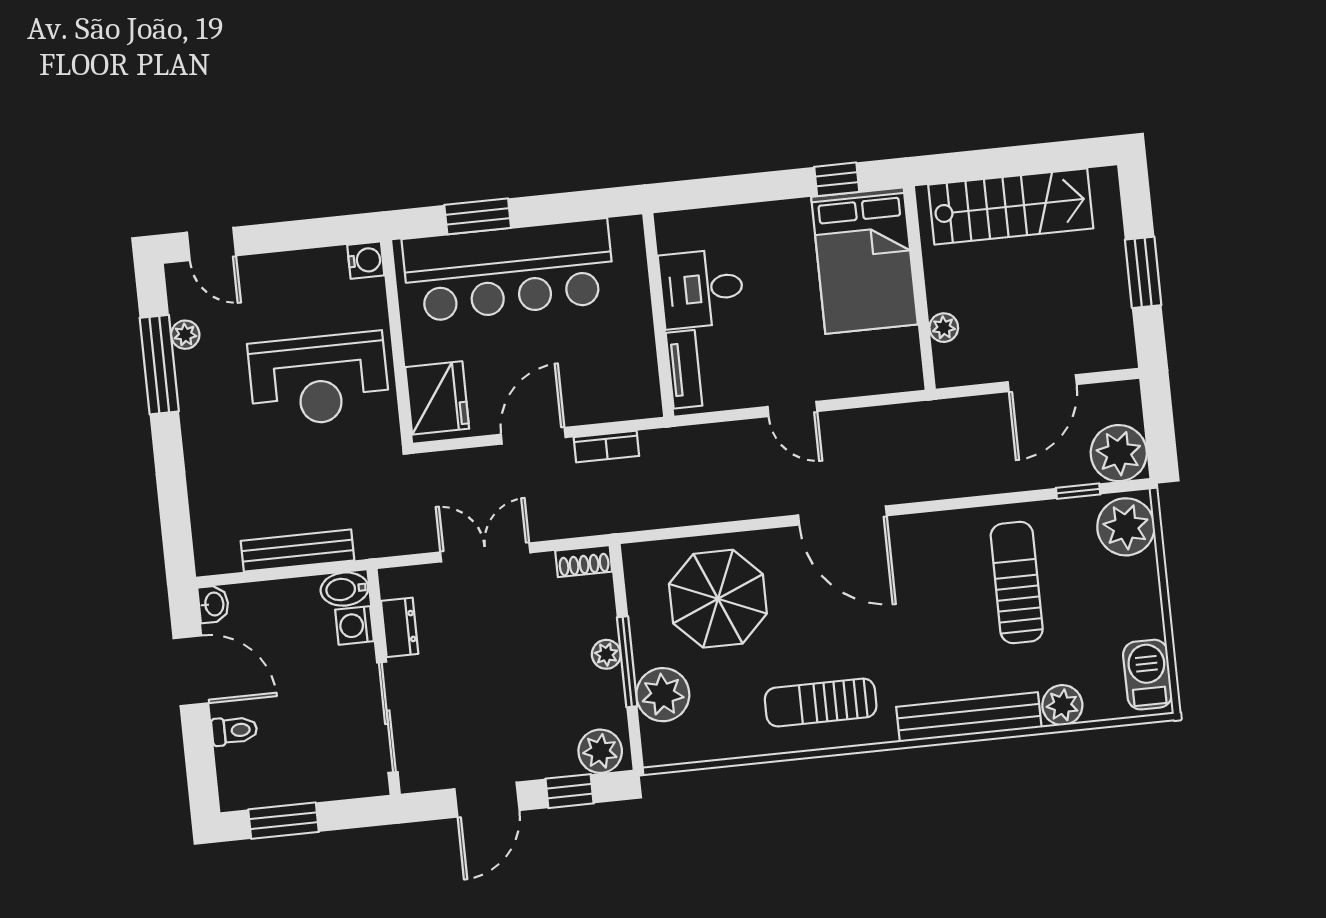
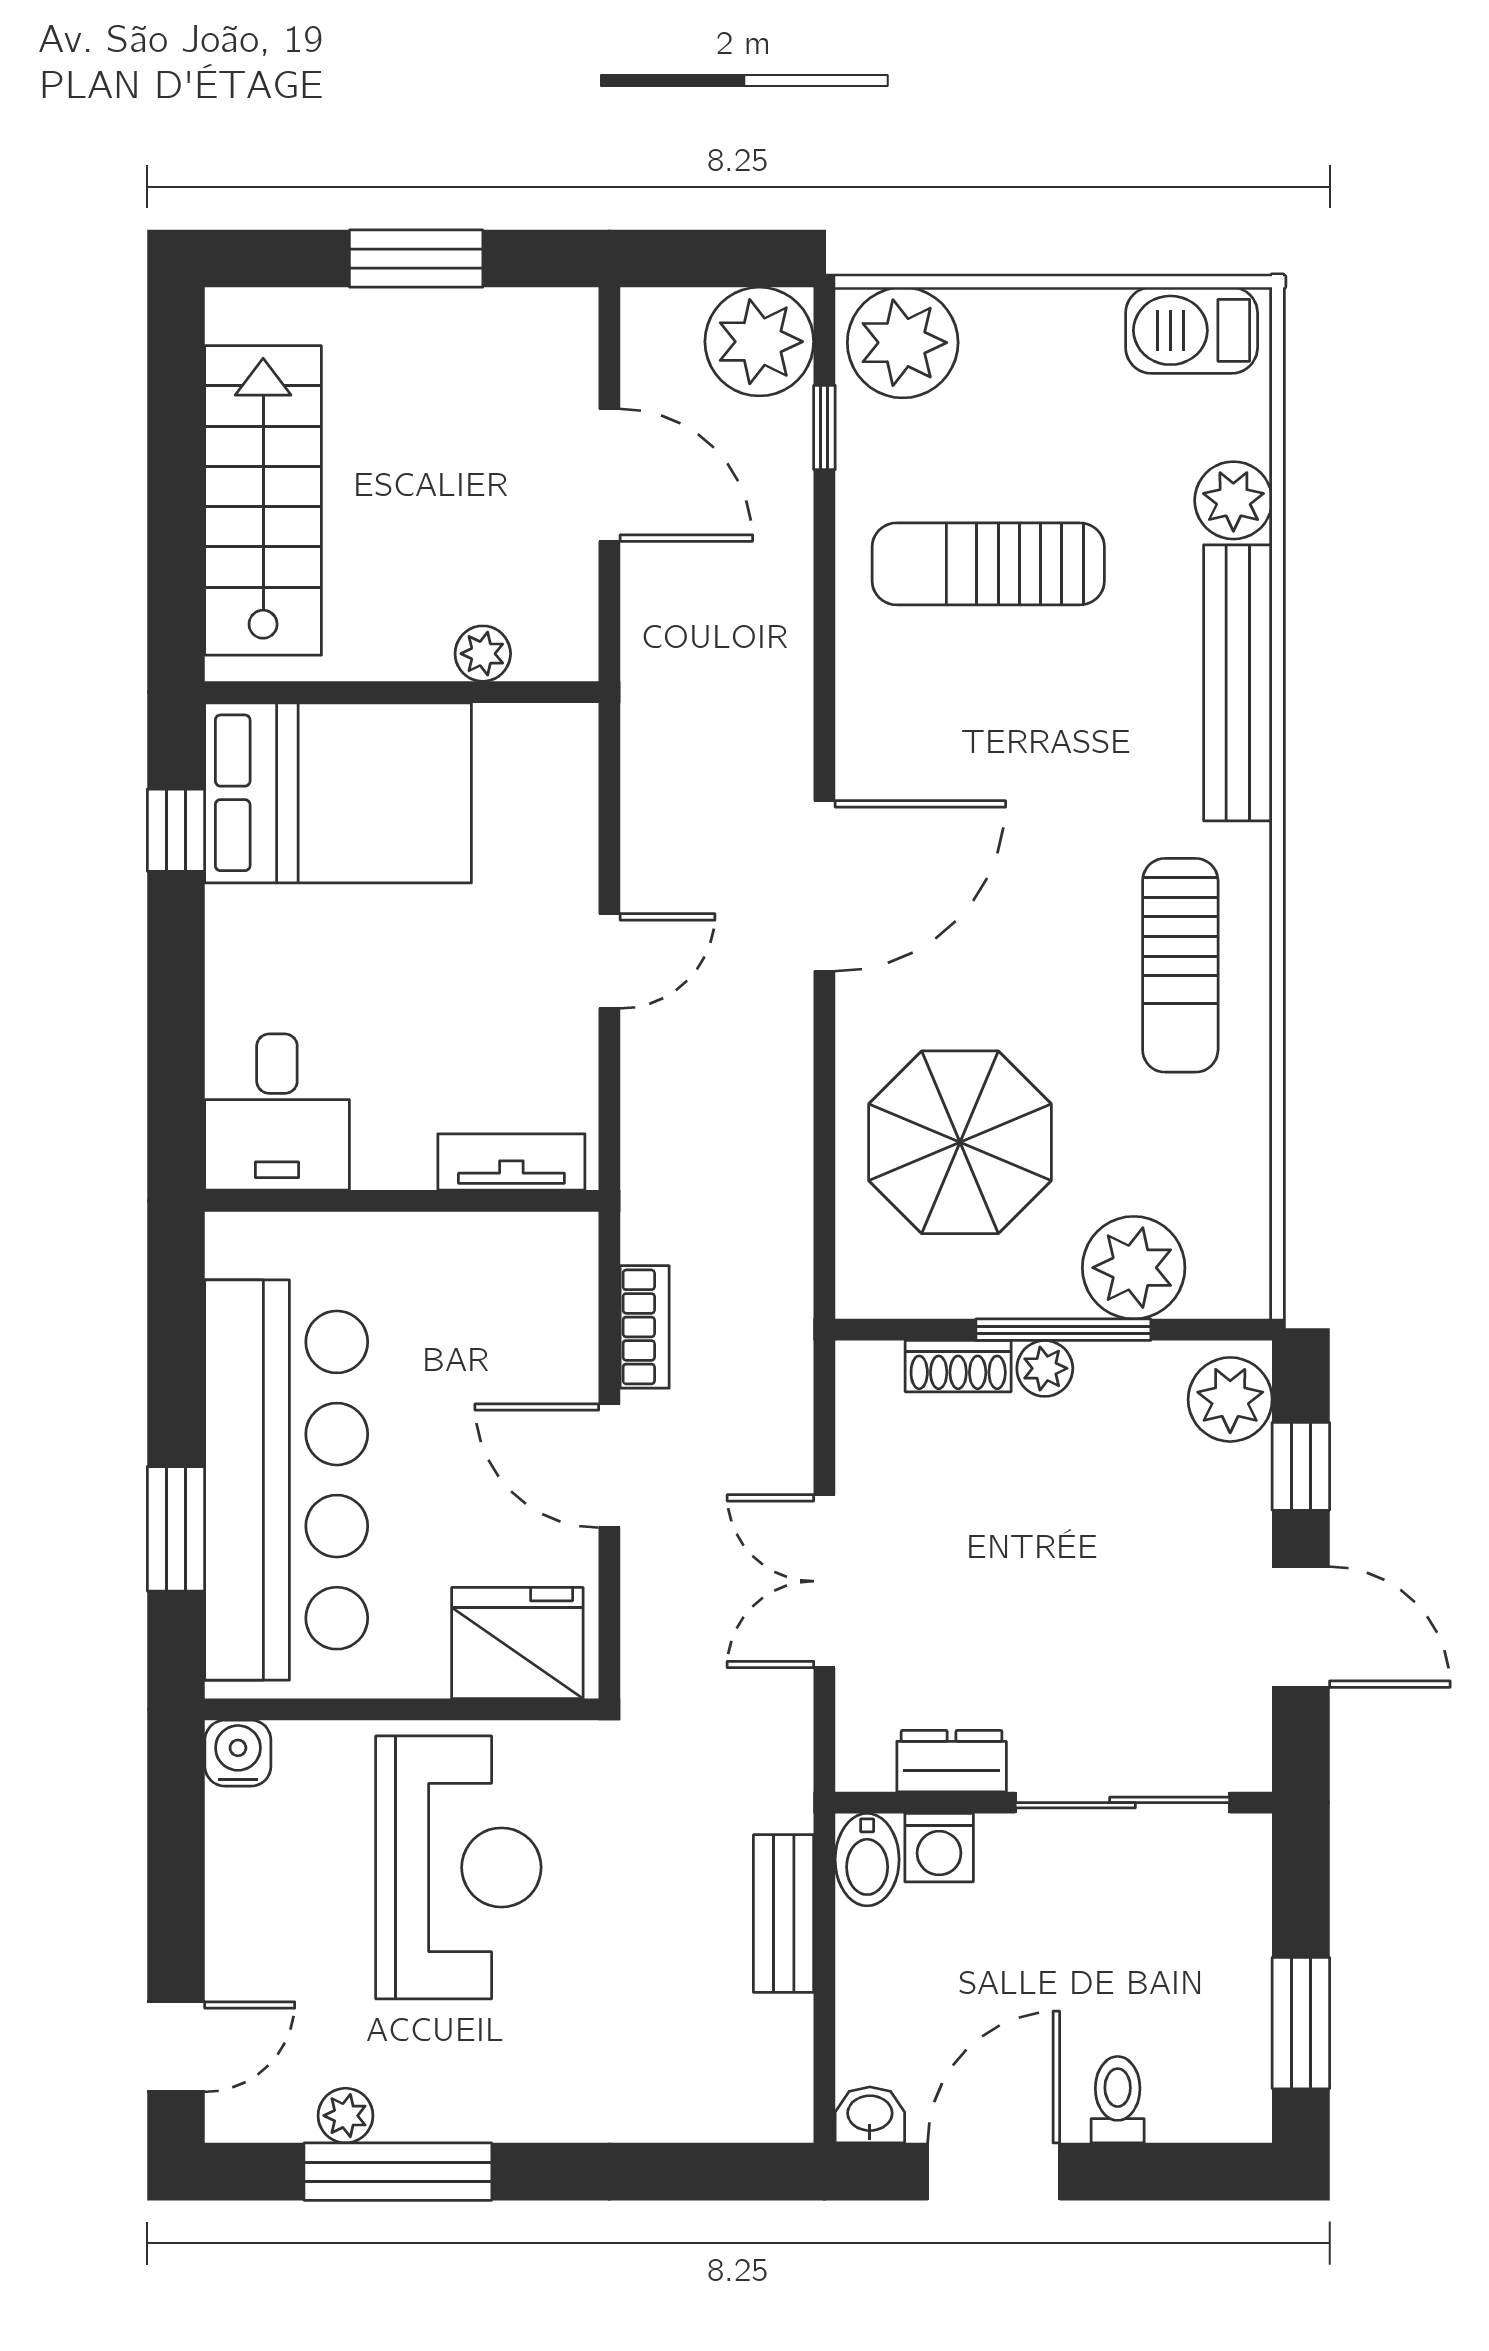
desk: (702, 289) -> (277, 1112), moved
bench: (298, 551) -> (784, 1914), width x0.73
shoe rack: (584, 561) -> (958, 1366), moved, turned 90

